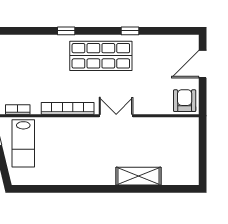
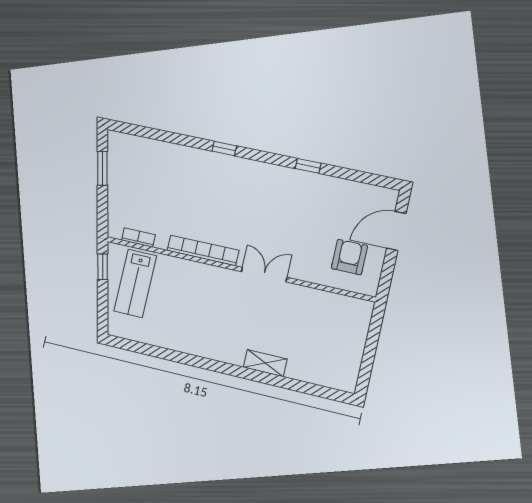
shop shelf: (101, 56) -> (262, 191), removed
armchair: (185, 101) -> (349, 257), moved
shelving: (139, 176) -> (265, 363), width x0.67, depth x0.75

